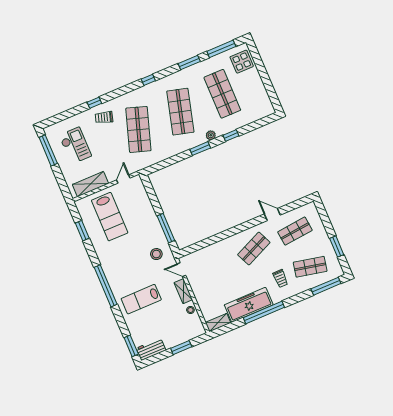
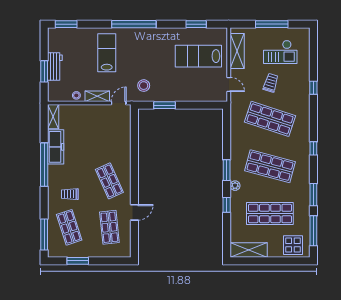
shelving: (263, 99) -> (249, 250), added
trolley: (104, 117) -> (271, 83), moved
window: (48, 150) -> (272, 24), moved
window: (166, 228) -> (164, 105), width x0.69
shop shelf: (310, 267) -> (69, 227), turned -30
freezer: (249, 305) -> (56, 147), width x0.73, depth x0.79
workbench: (151, 349) -> (55, 67), moved

